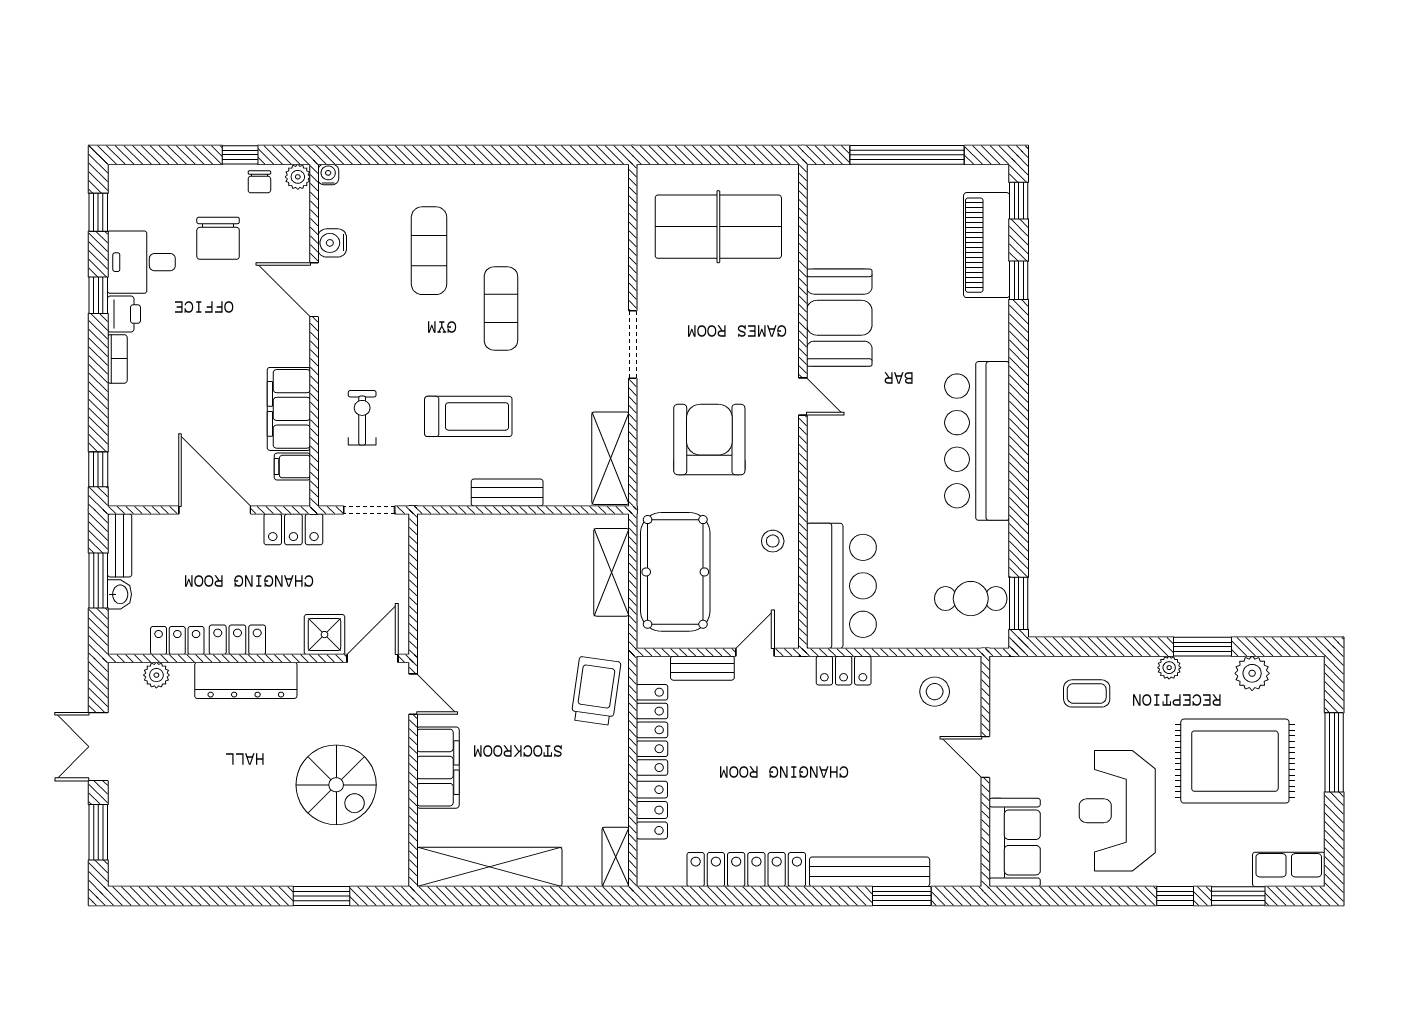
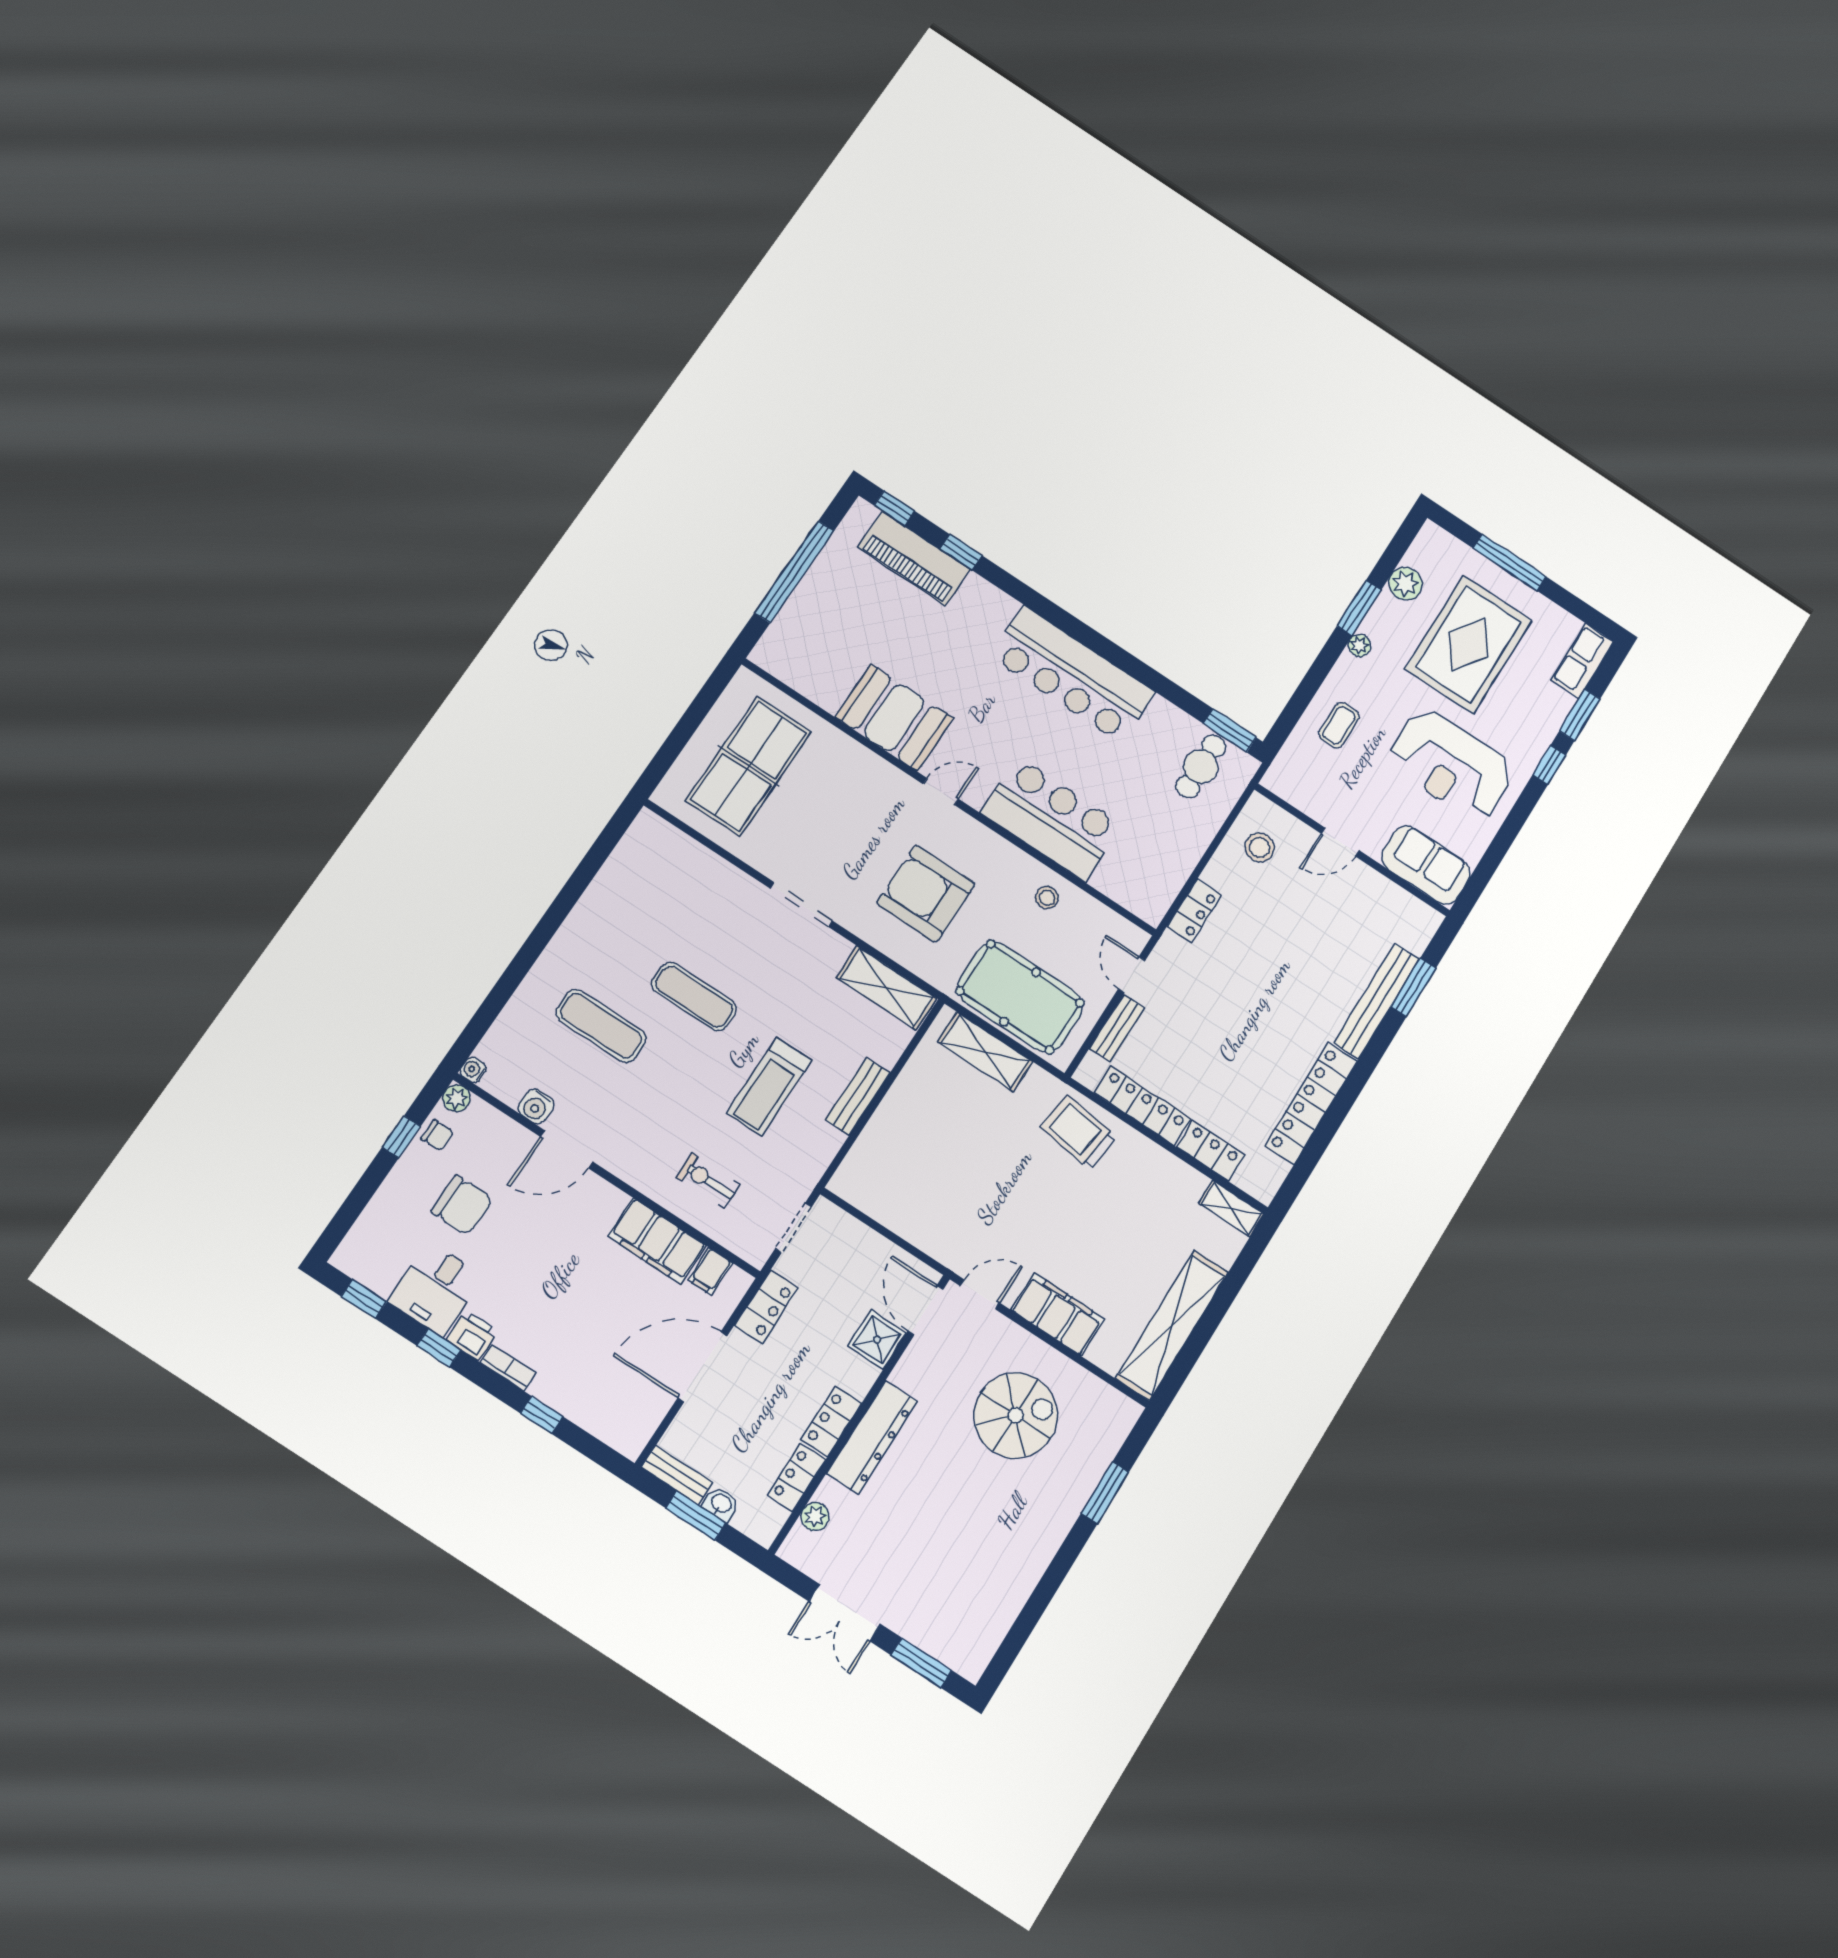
treadmill: (468, 416) -> (769, 1087), turned 180
window: (98, 469) -> (542, 1415), moved
bar counter: (841, 586) -> (1051, 819), moved

